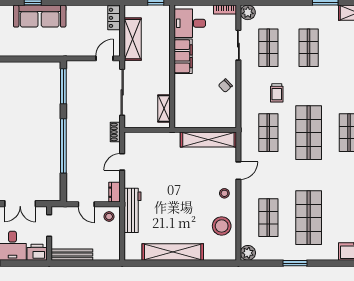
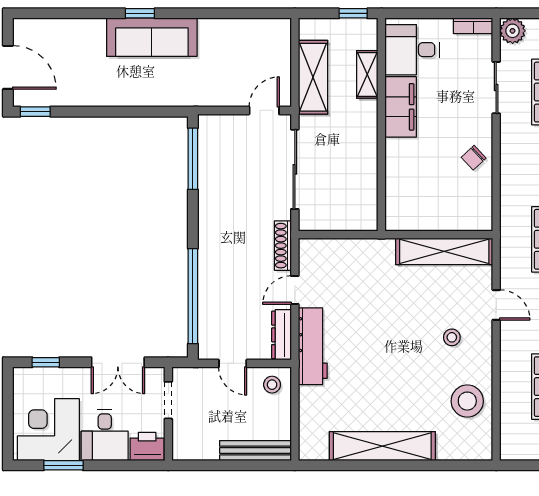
locker: (114, 18) -> (281, 40), removed
shelving: (164, 108) -> (367, 74), moved
shoe rack: (115, 132) -> (283, 246), width x1.43
window: (63, 146) -> (193, 296), moved
door: (238, 171) -> (496, 305), hinge flipped
dresser: (114, 192) -> (281, 335), width x1.44
stool: (224, 193) -> (452, 337), moved
workbench: (132, 210) -> (313, 346), moved
plant: (248, 253) -> (513, 448), removed
bench: (72, 255) -> (255, 451), moved

